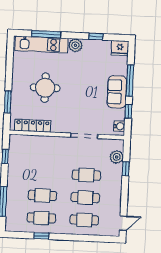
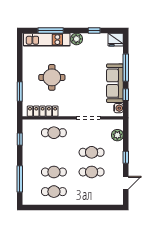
sofa: (117, 92) -> (115, 83), width x1.36
window: (126, 169) -> (126, 157), moved
cafe table: (84, 220) -> (54, 133), moved
door: (123, 223) -> (126, 183), moved
window: (41, 236) -> (55, 207), removed

